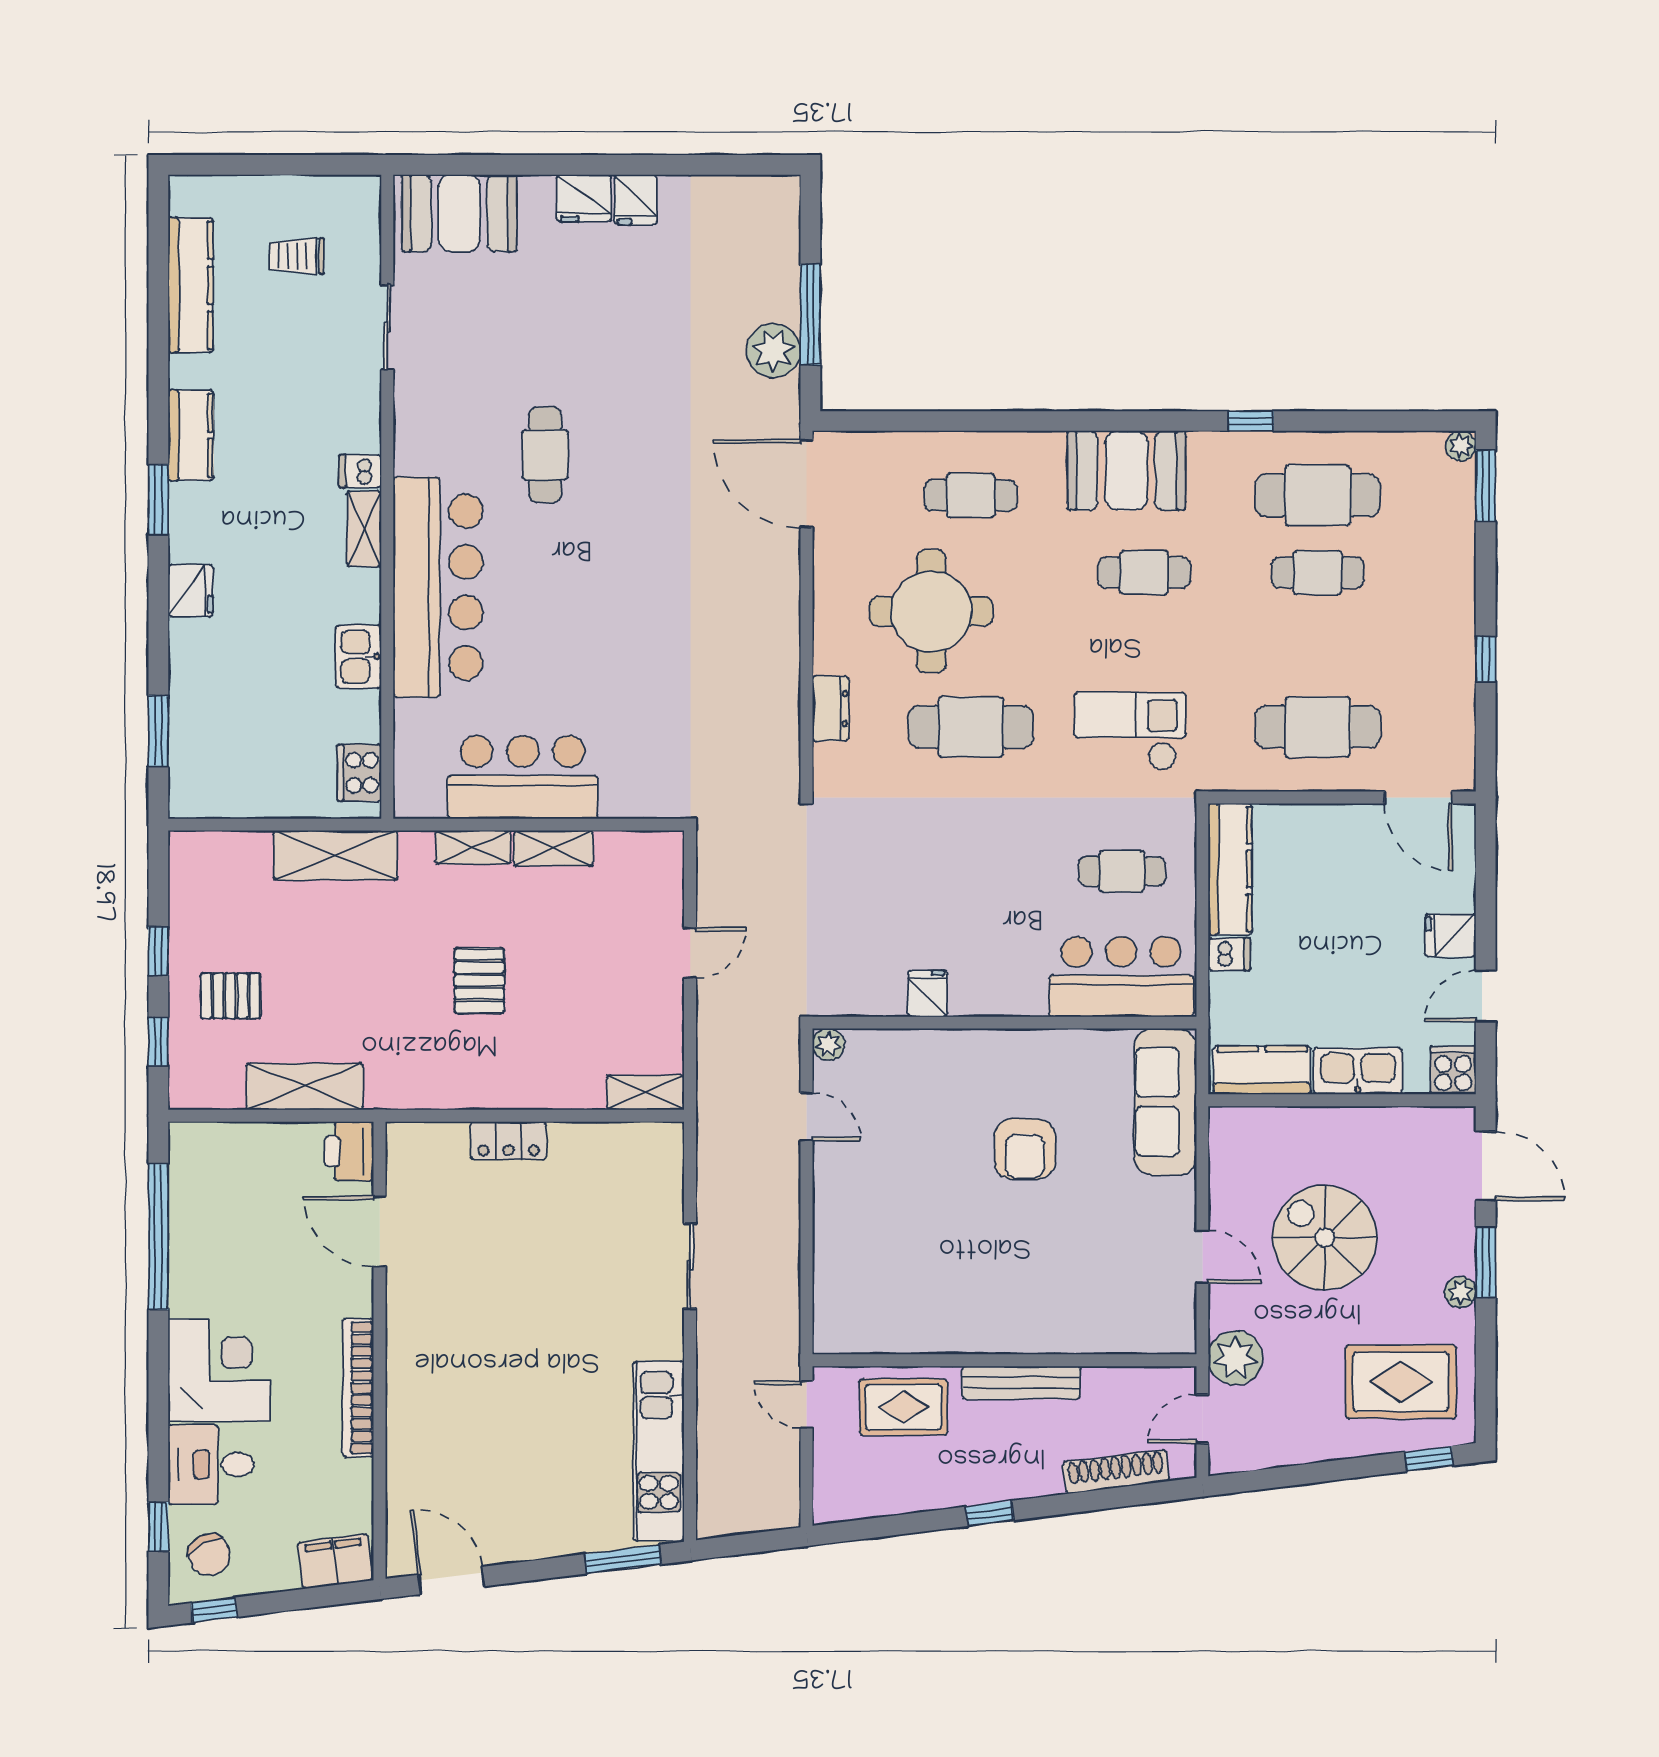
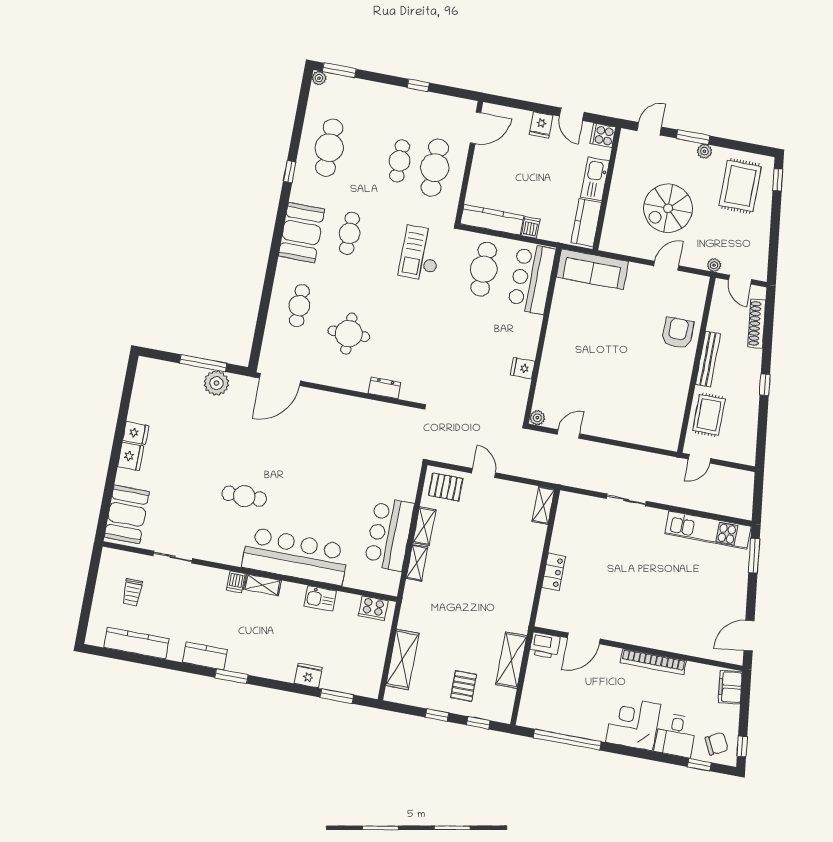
cafe table: (1318, 573) -> (400, 161), moved
fridge: (191, 591) -> (308, 676), moved
round table: (931, 611) -> (349, 334), width x0.73, depth x0.73
cafe table: (971, 727) -> (405, 326), removed
shelving: (336, 855) -> (402, 659), moved
cafe table: (1122, 871) -> (484, 269), width x1.37, depth x1.35
pallet: (479, 981) -> (446, 487), moved
armchair: (1025, 1149) -> (678, 333), moved, turned -90
door: (1486, 1166) -> (649, 129), width x0.73
plant: (1235, 1358) -> (714, 265), width x0.53, depth x0.53

